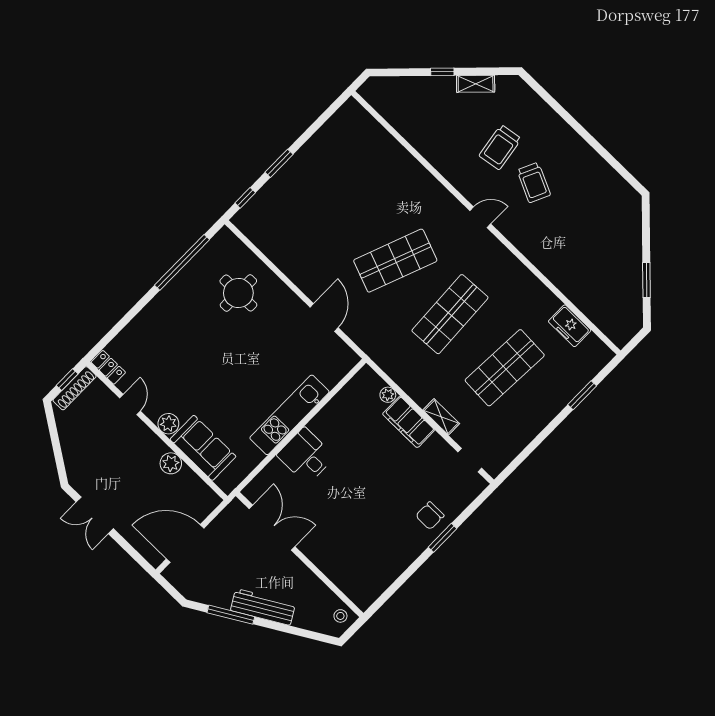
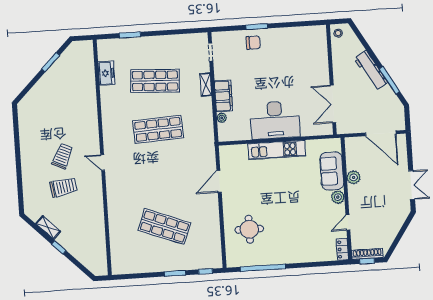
shop shelf: (395, 261) -> (164, 227), moved
desk: (306, 456) -> (275, 120), width x1.87, depth x1.30

